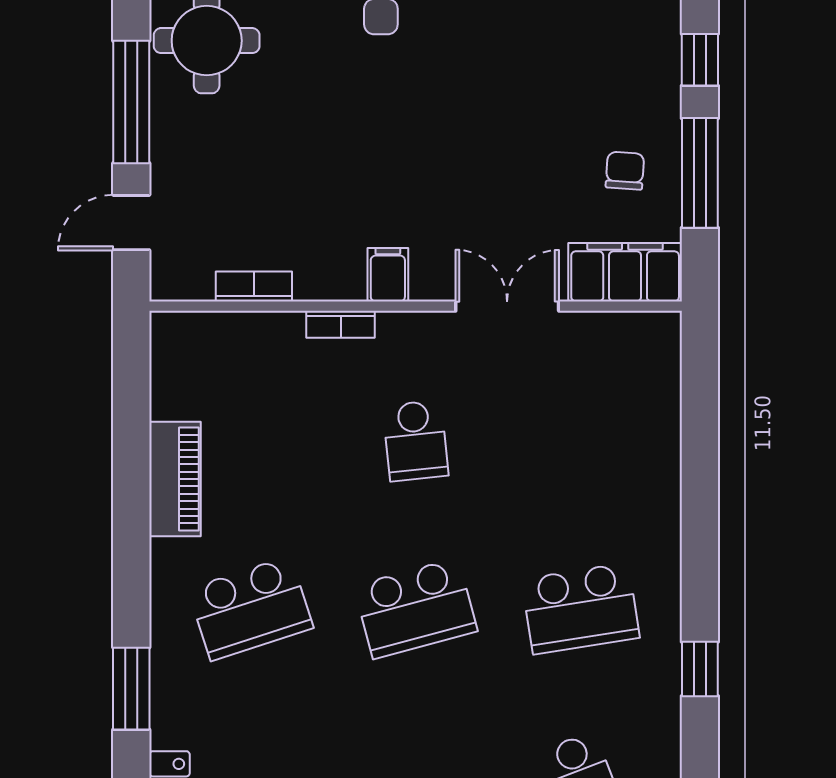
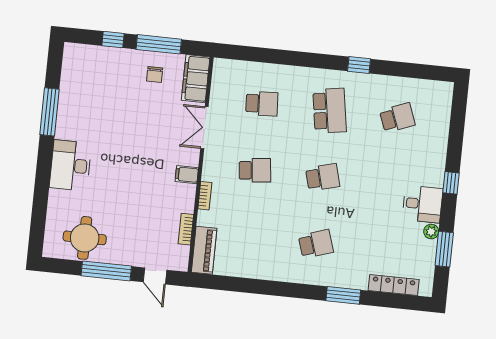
chair: (625, 171) -> (155, 74), turned -94
school desk: (581, 441) -> (262, 104), added
piano: (175, 479) -> (204, 250), moved, turned 90
school desk: (251, 608) -> (316, 244), width x0.54
school desk: (416, 608) -> (323, 177), width x0.54

